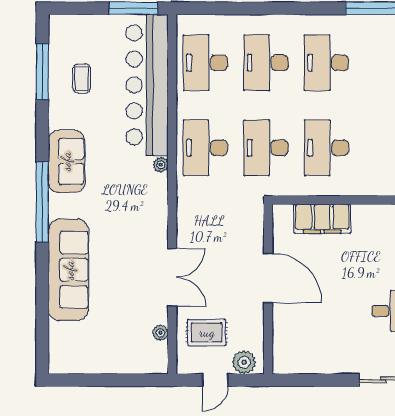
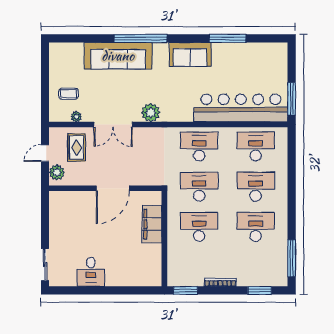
window: (42, 72) -> (228, 38), moved
coffee table: (82, 78) -> (69, 94), moved
plant: (161, 165) -> (151, 113), moved, width x1.88, depth x1.88
window: (42, 202) -> (141, 38), moved
door: (215, 380) -> (45, 153), hinge flipped

